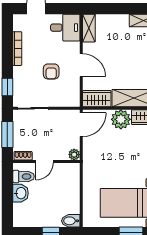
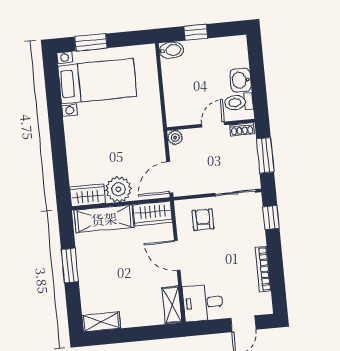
armchair: (51, 71) -> (203, 220), moved

